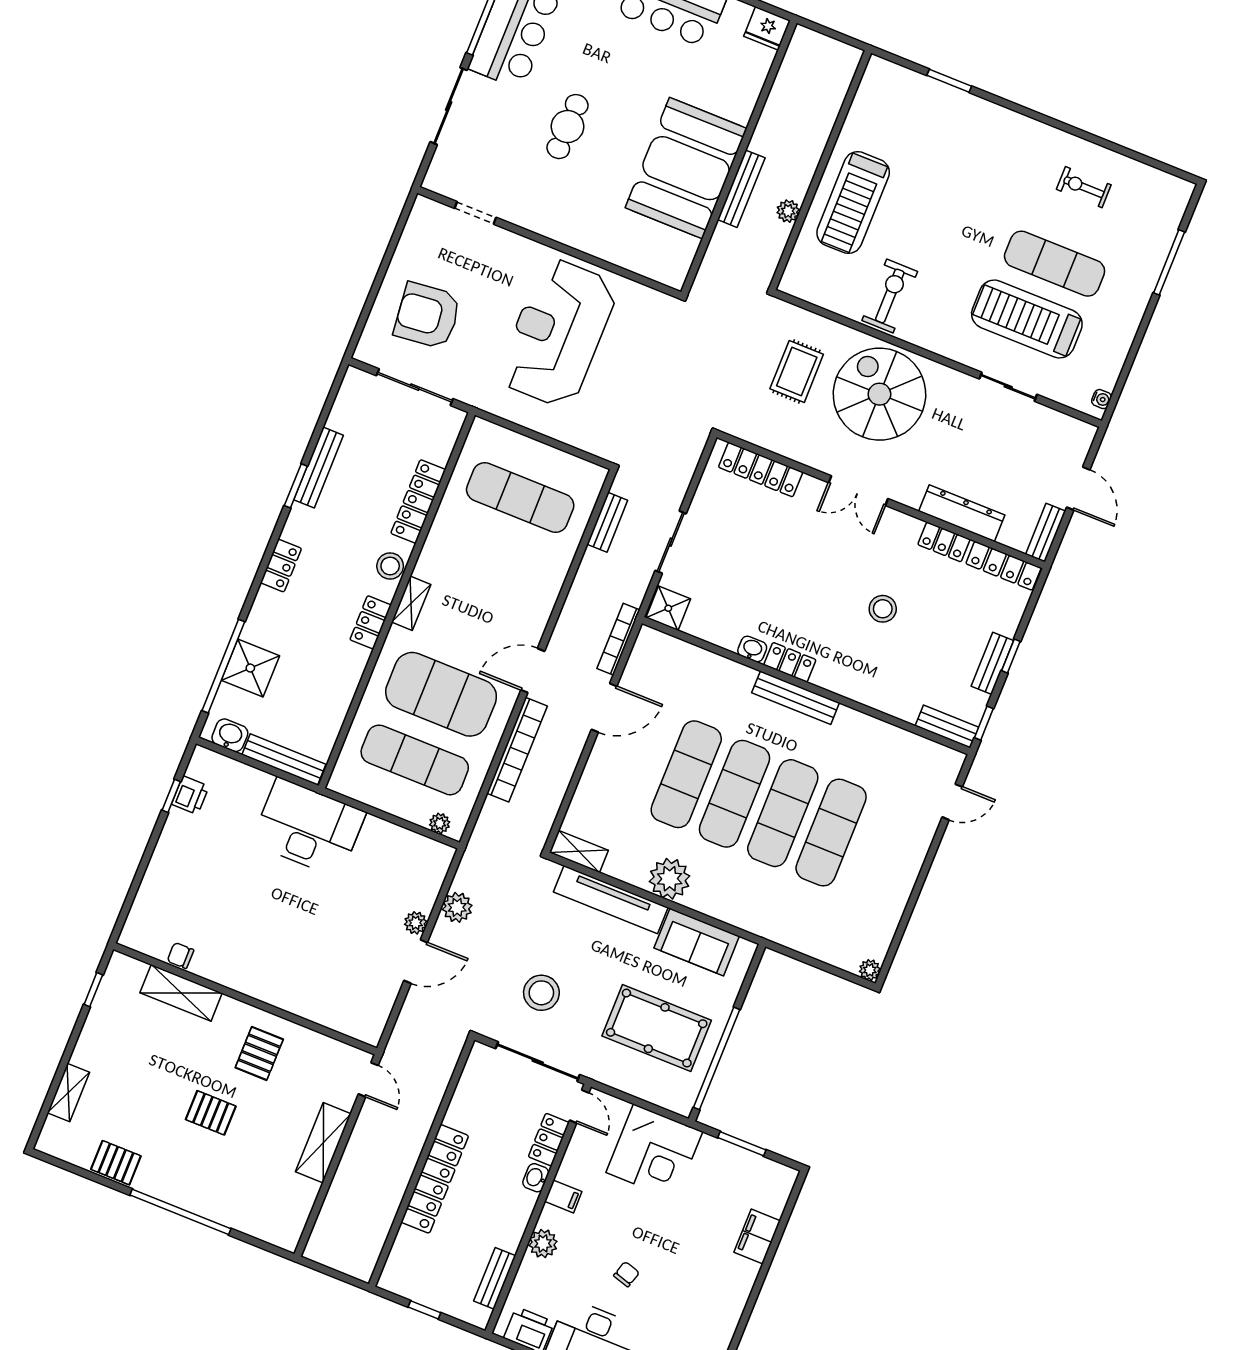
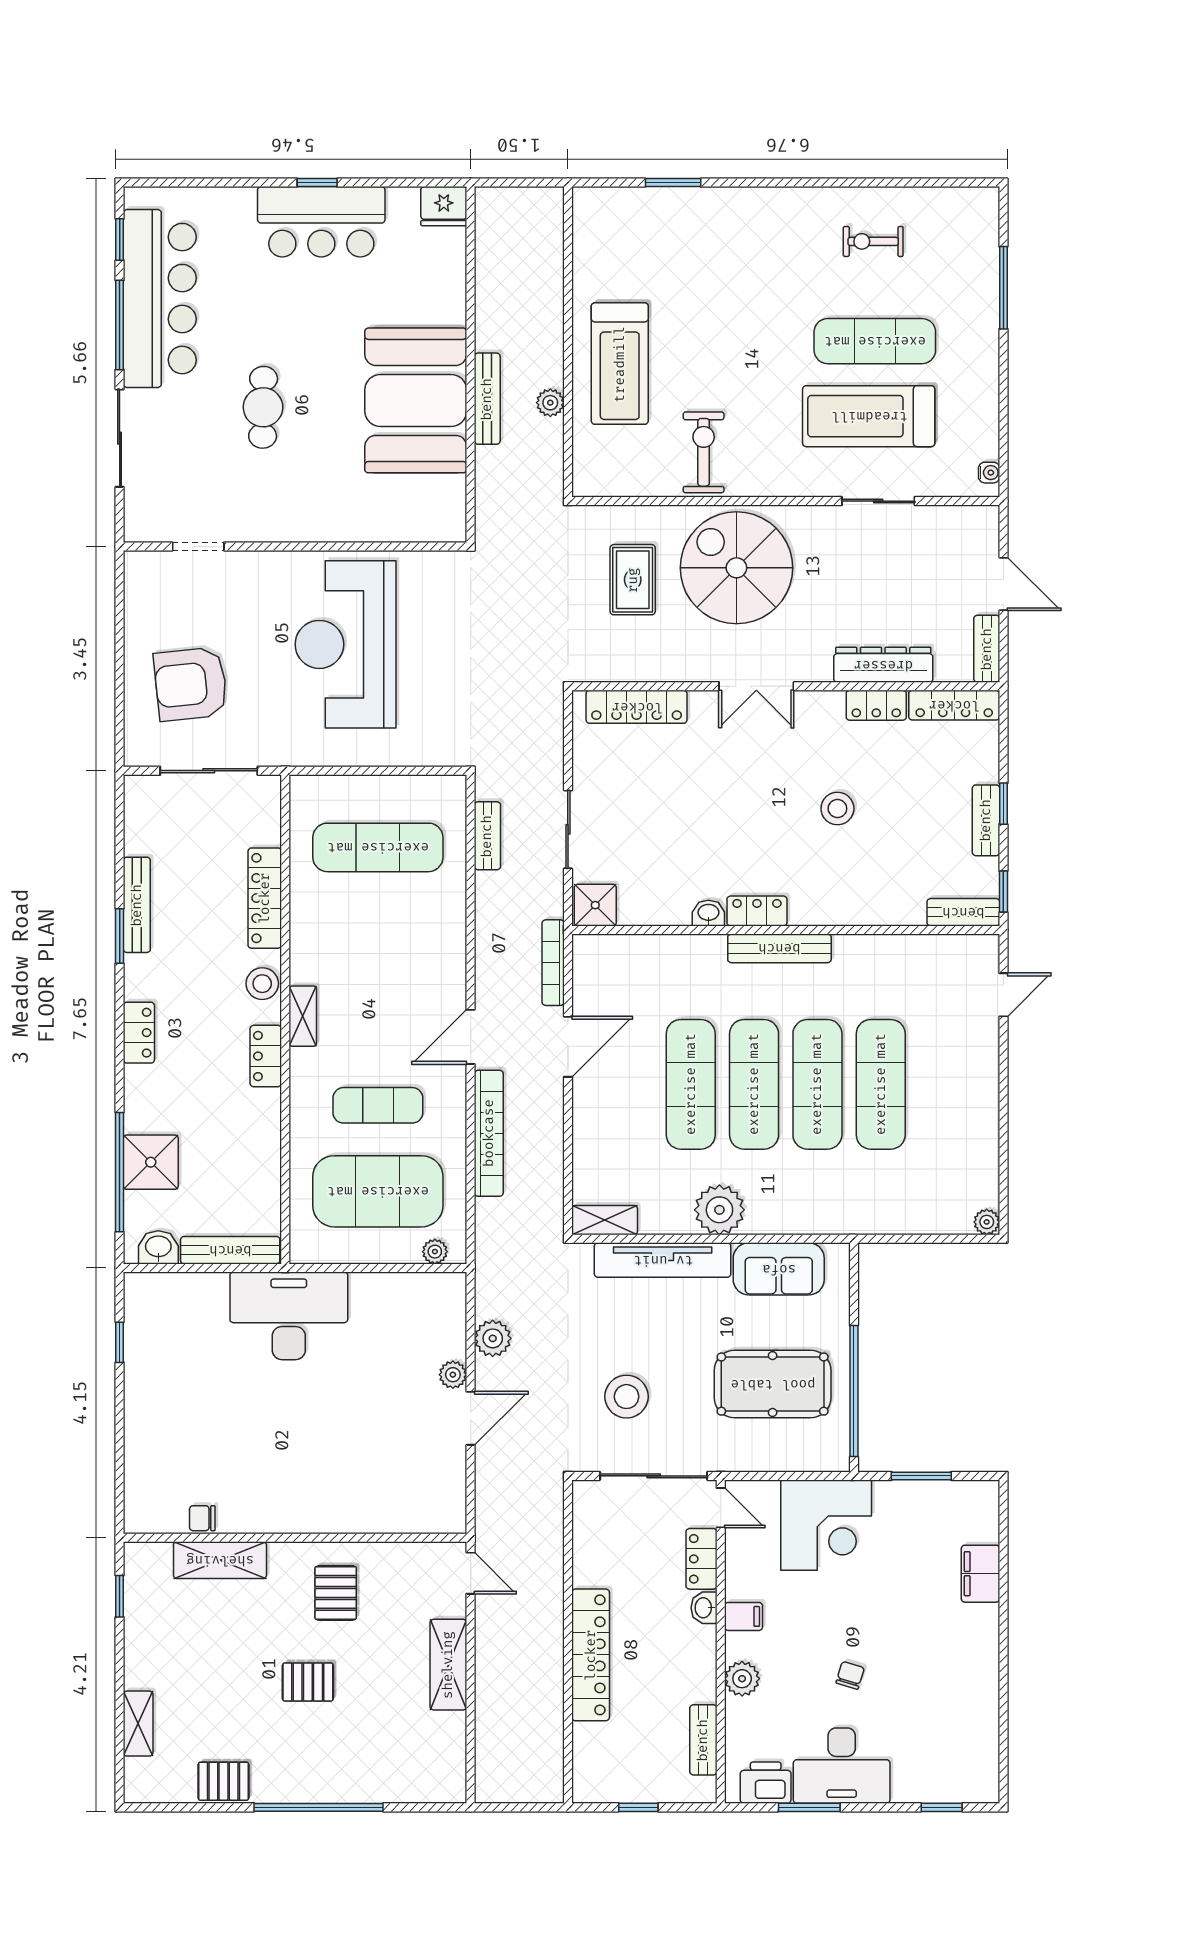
exercise mat: (441, 694) -> (378, 1105), width x0.50, depth x0.69
exercise mat: (415, 760) -> (378, 1191), width x1.47
printer: (190, 795) -> (141, 1333), removed

